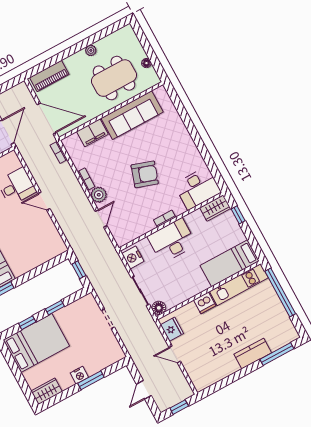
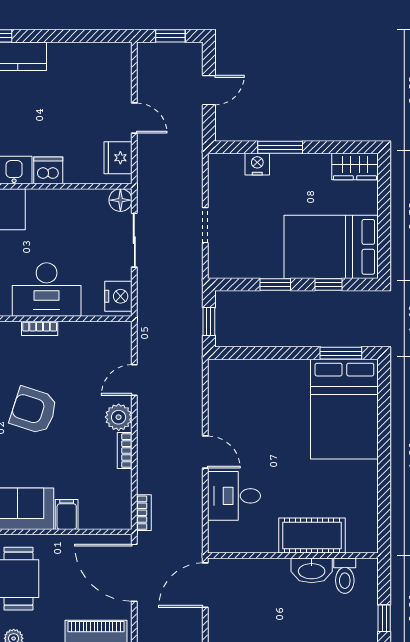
filing cabinet: (92, 133) -> (67, 514), width x0.50
nightstand: (79, 375) -> (257, 164), moved

